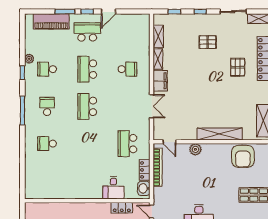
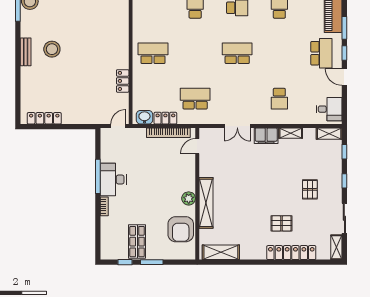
shelving: (158, 36) -> (329, 134), moved
school desk: (87, 69) -> (153, 53), moved
plant: (195, 149) -> (189, 198), moved
armchair: (243, 156) -> (181, 229), turned -90
desk: (113, 188) -> (329, 109), moved, turned 180
locker: (122, 208) -> (123, 81), moved

